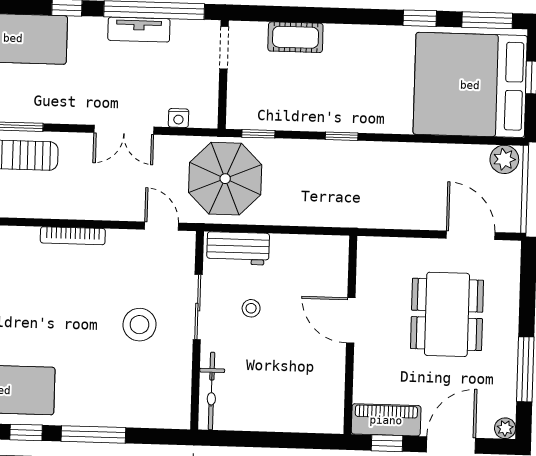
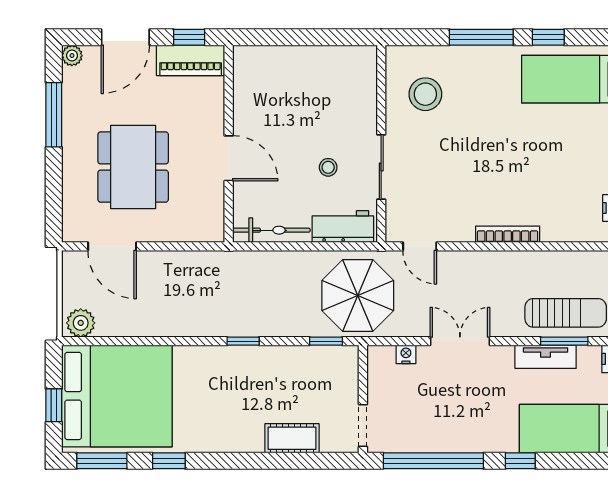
tv unit: (139, 30) -> (546, 357), moved, turned 180
stool: (140, 325) -> (425, 94), moved
bicycle: (212, 391) -> (271, 230), moved, turned 90

